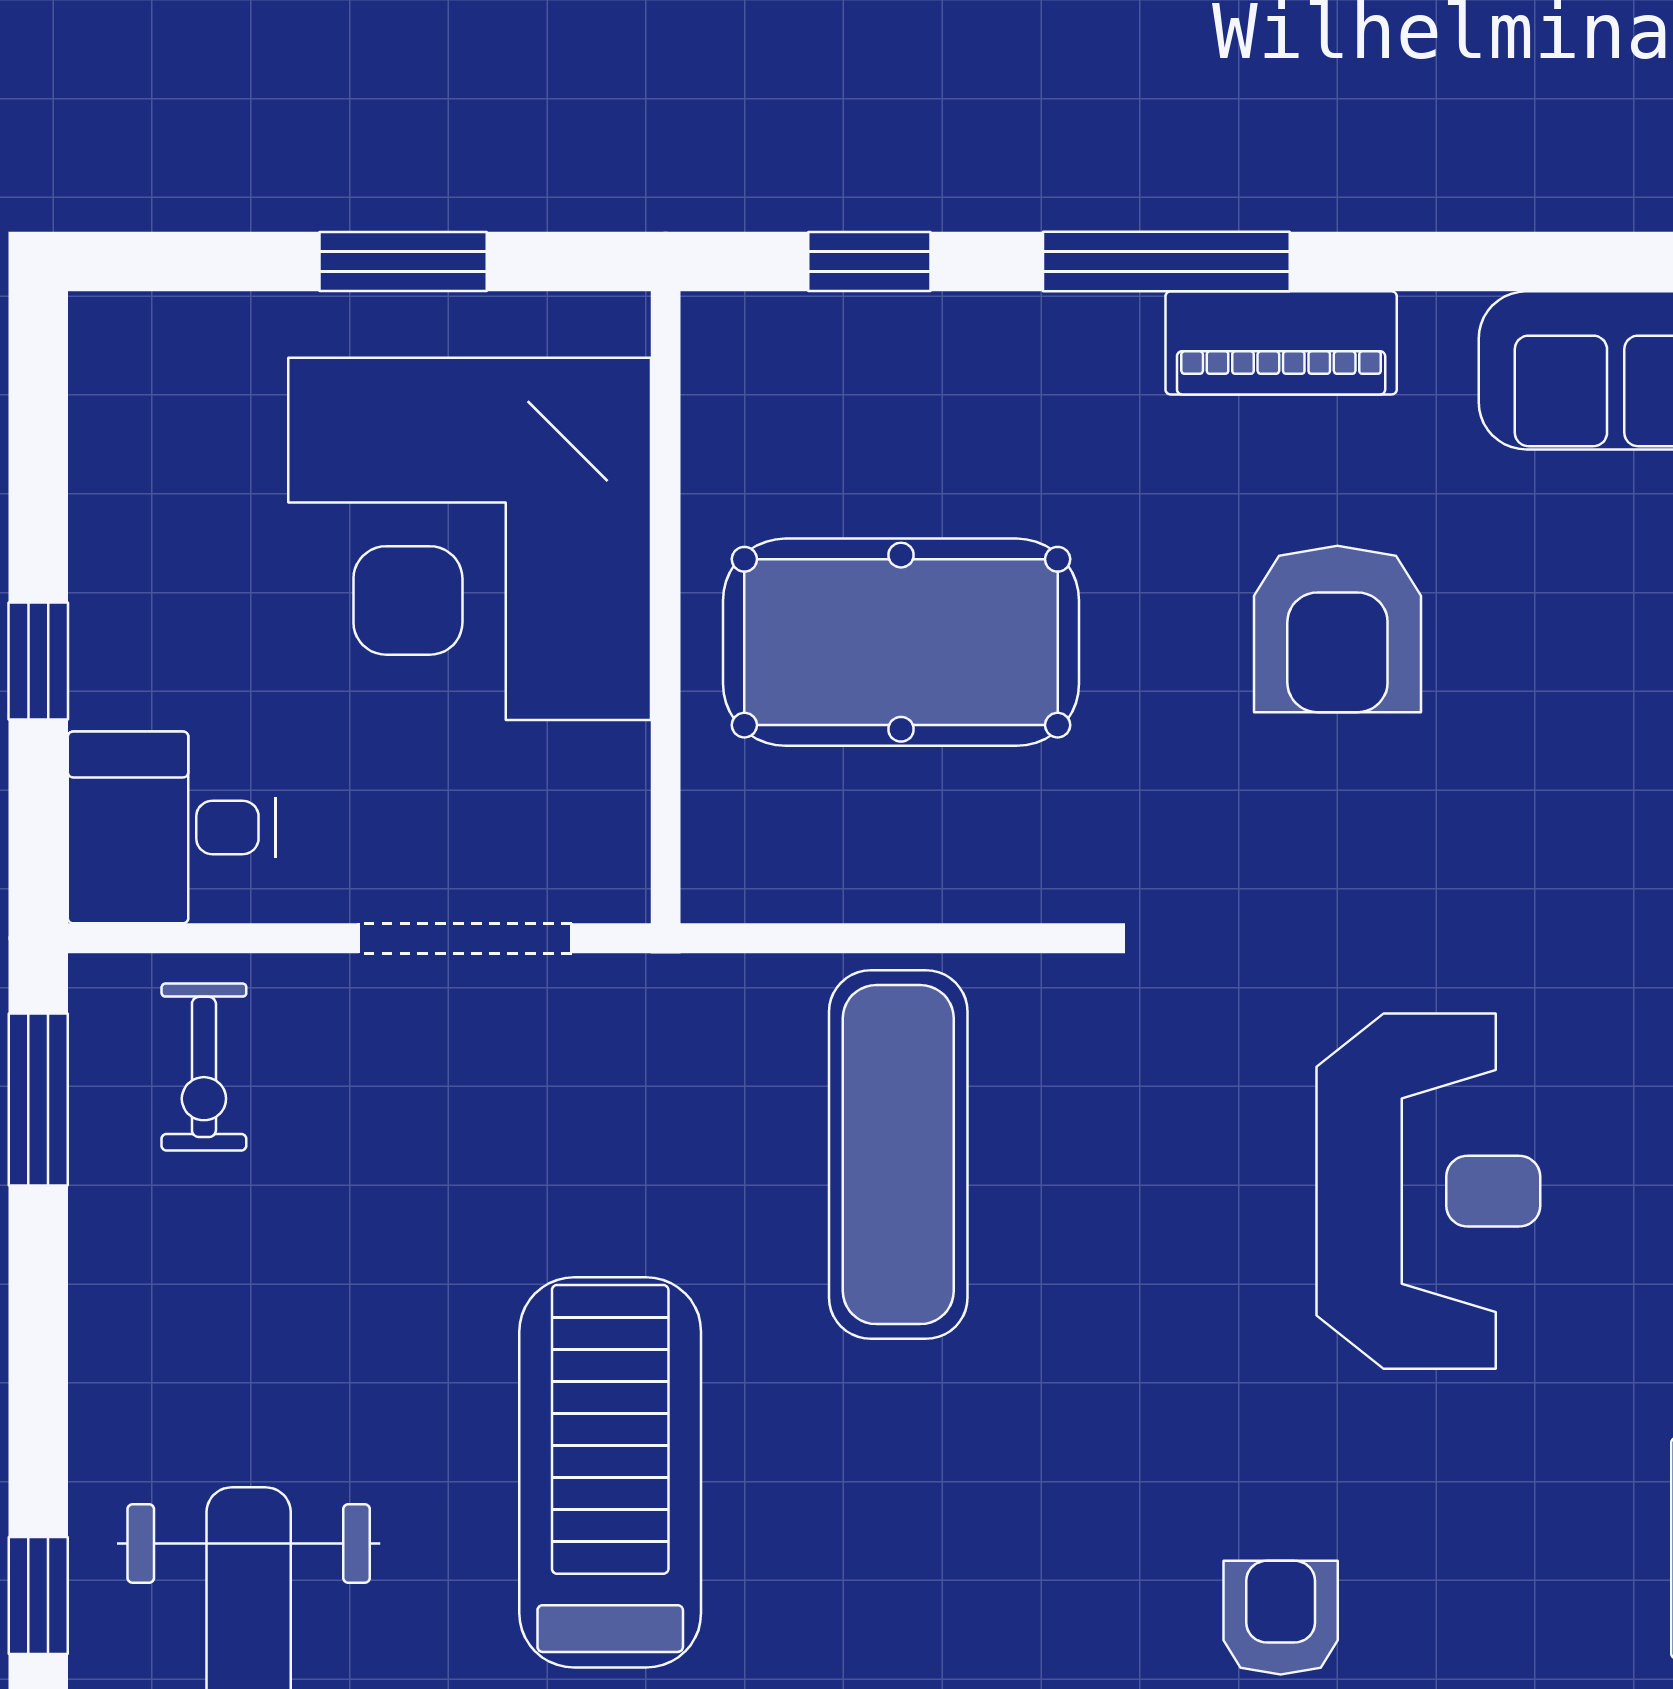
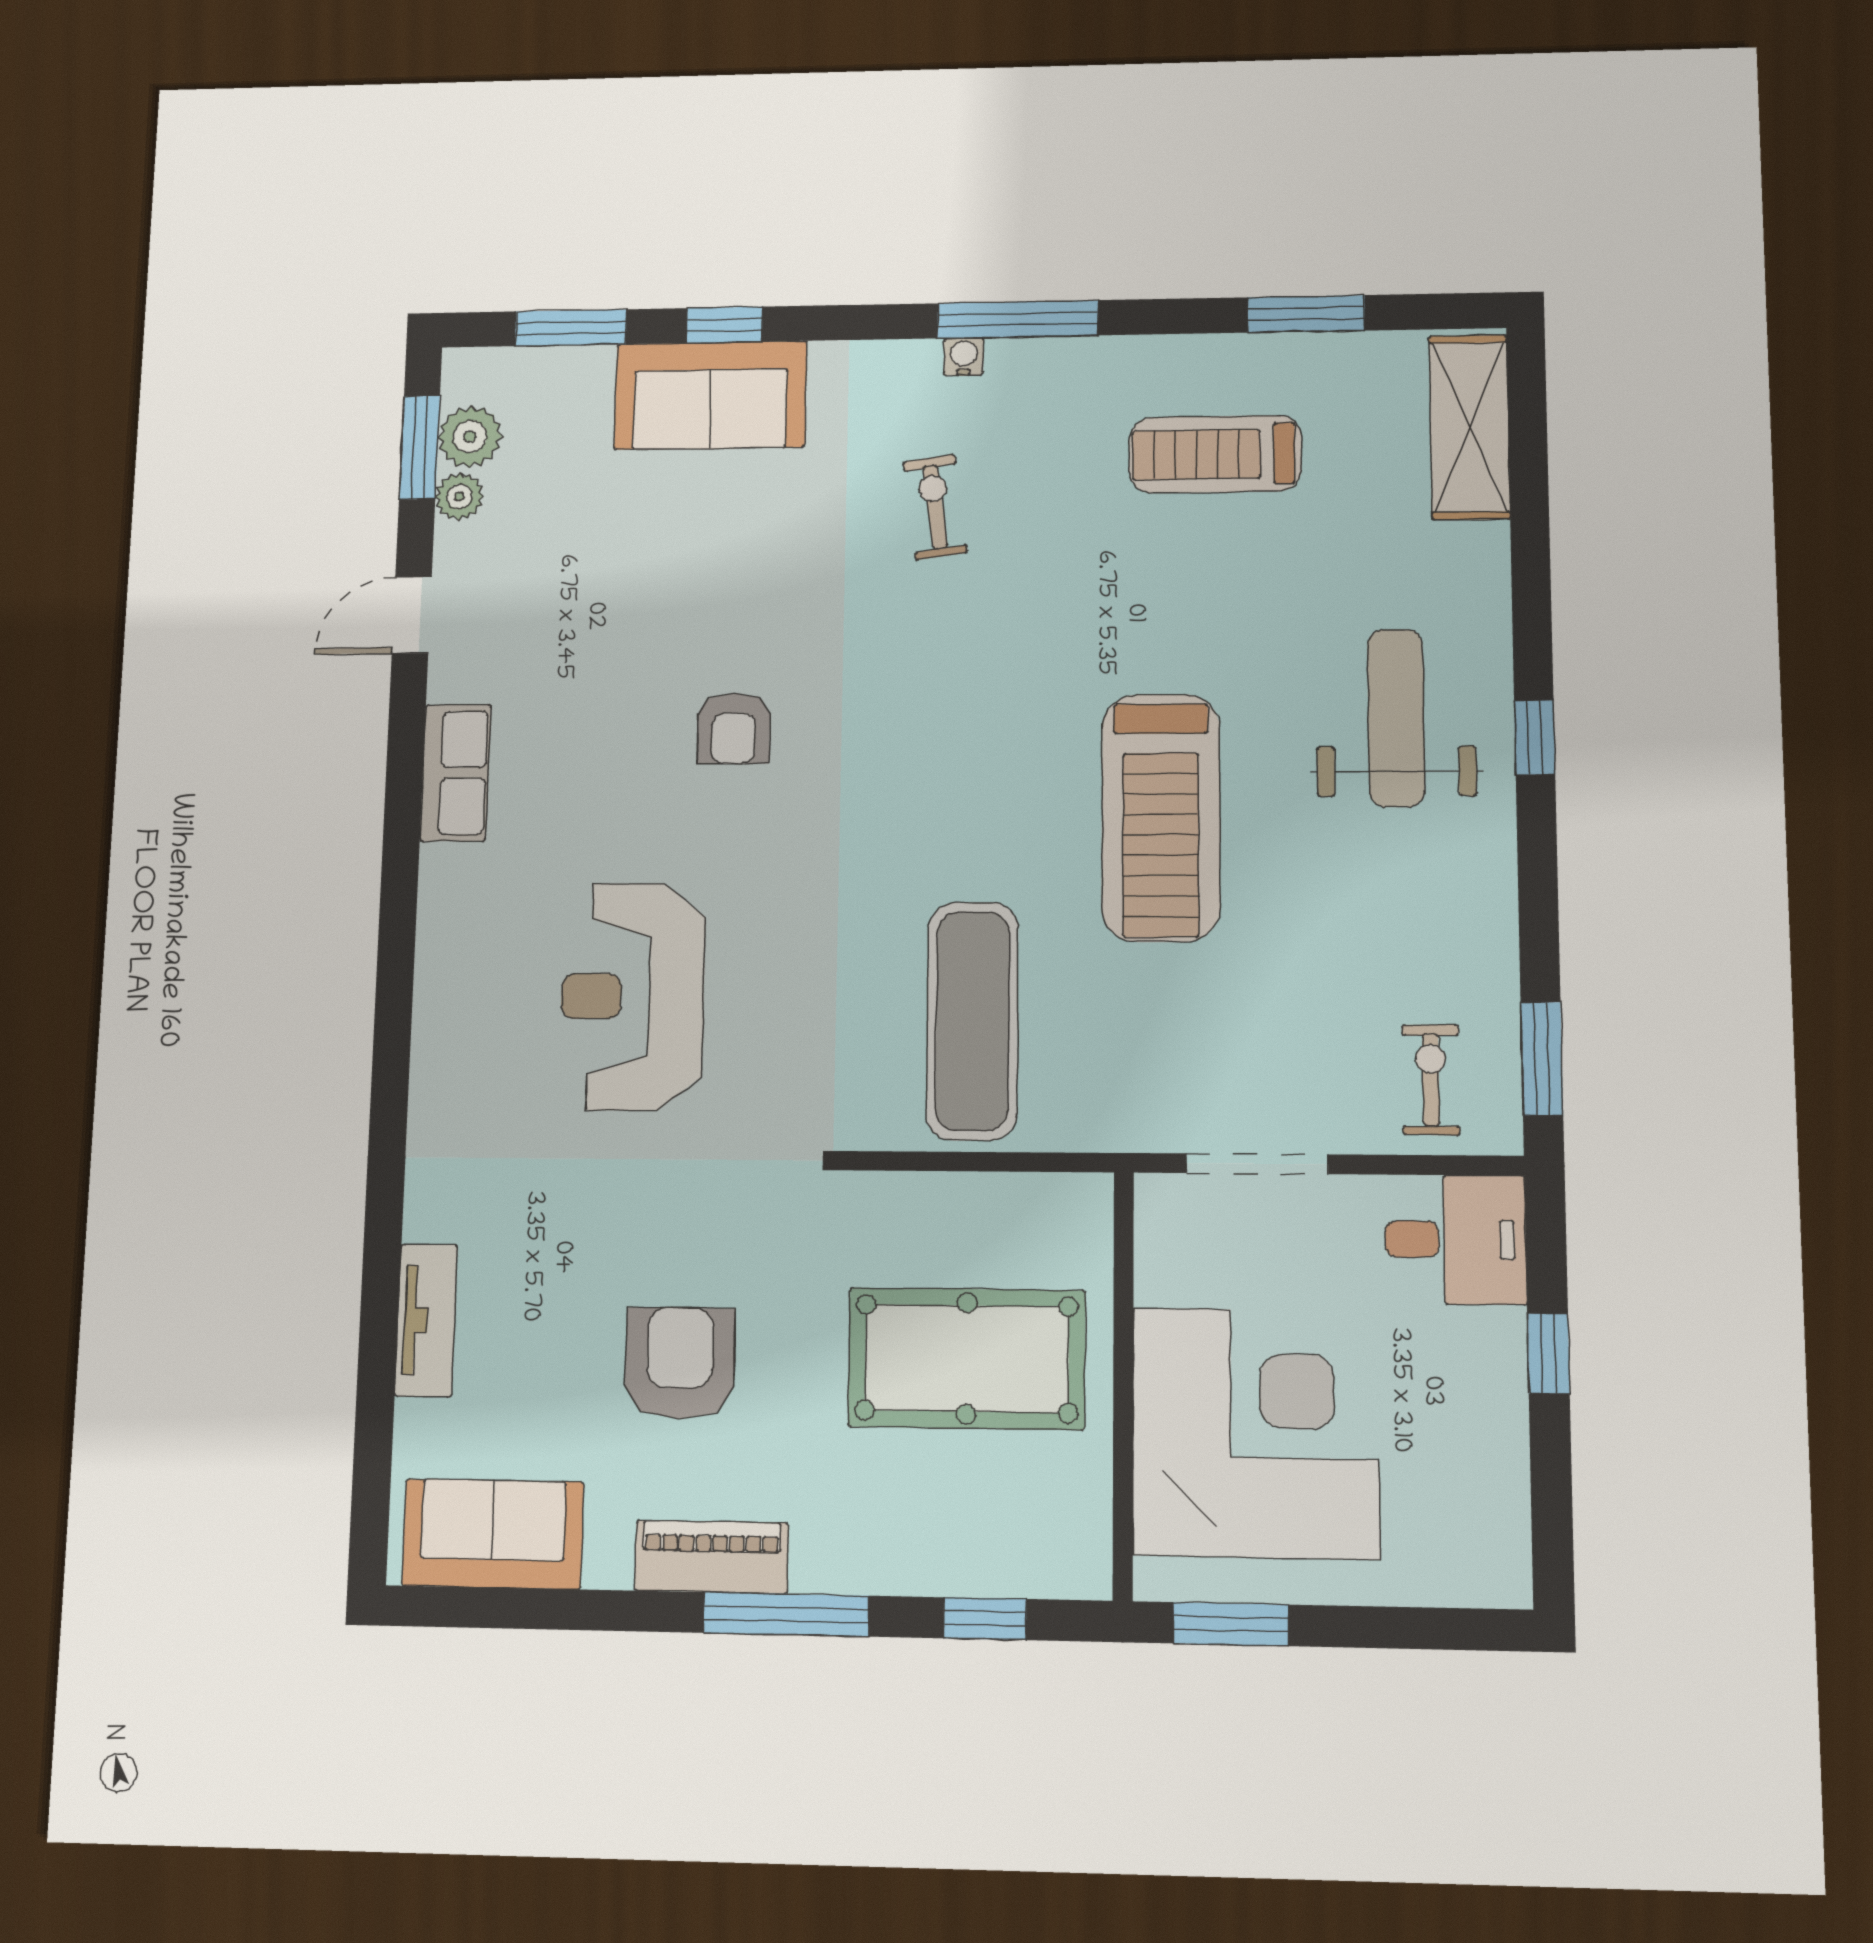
window: (403, 262) -> (1231, 1624), moved

